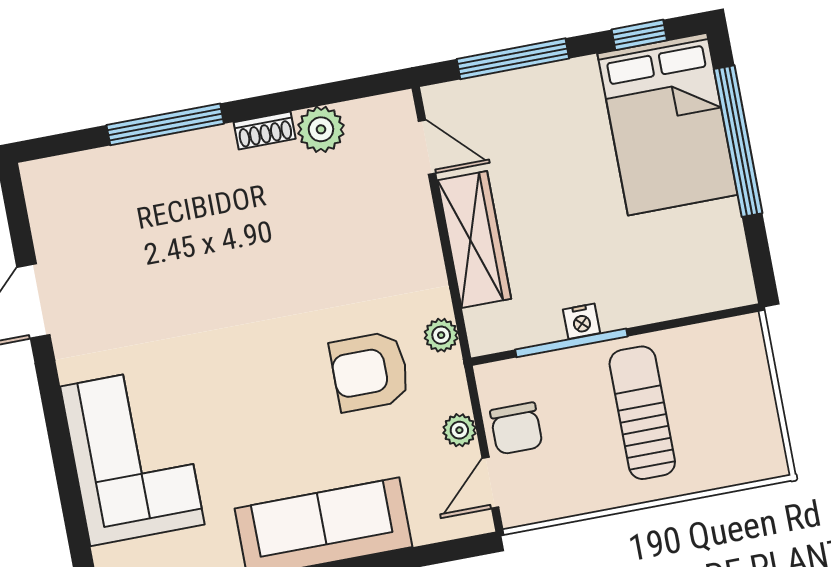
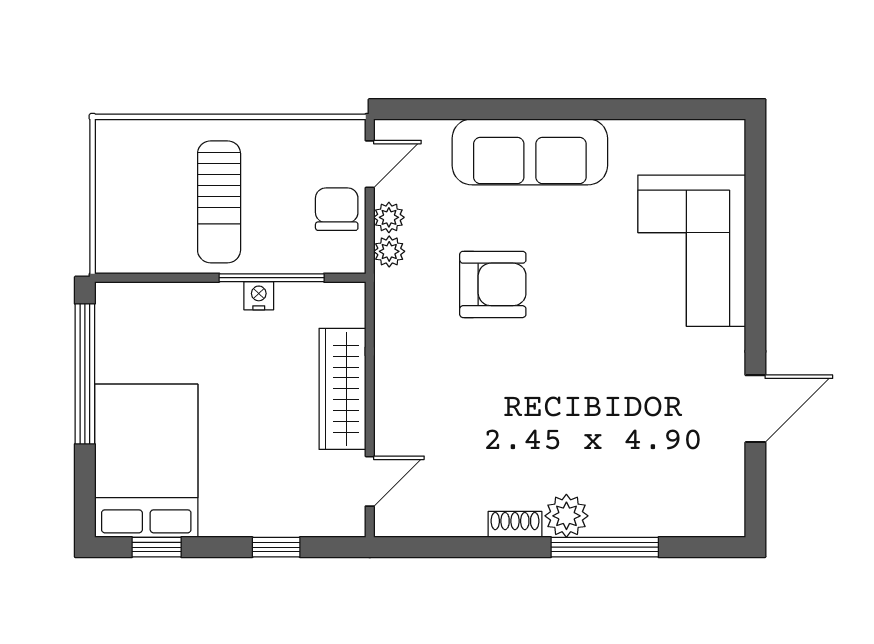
window: (513, 59) -> (276, 547), width x0.46
plant: (321, 129) -> (566, 516), moved
window: (738, 141) -> (85, 374), moved
door: (427, 147) -> (370, 481), swing flipped
plant: (441, 335) -> (389, 251), moved
armchair: (370, 371) -> (493, 284), moved

